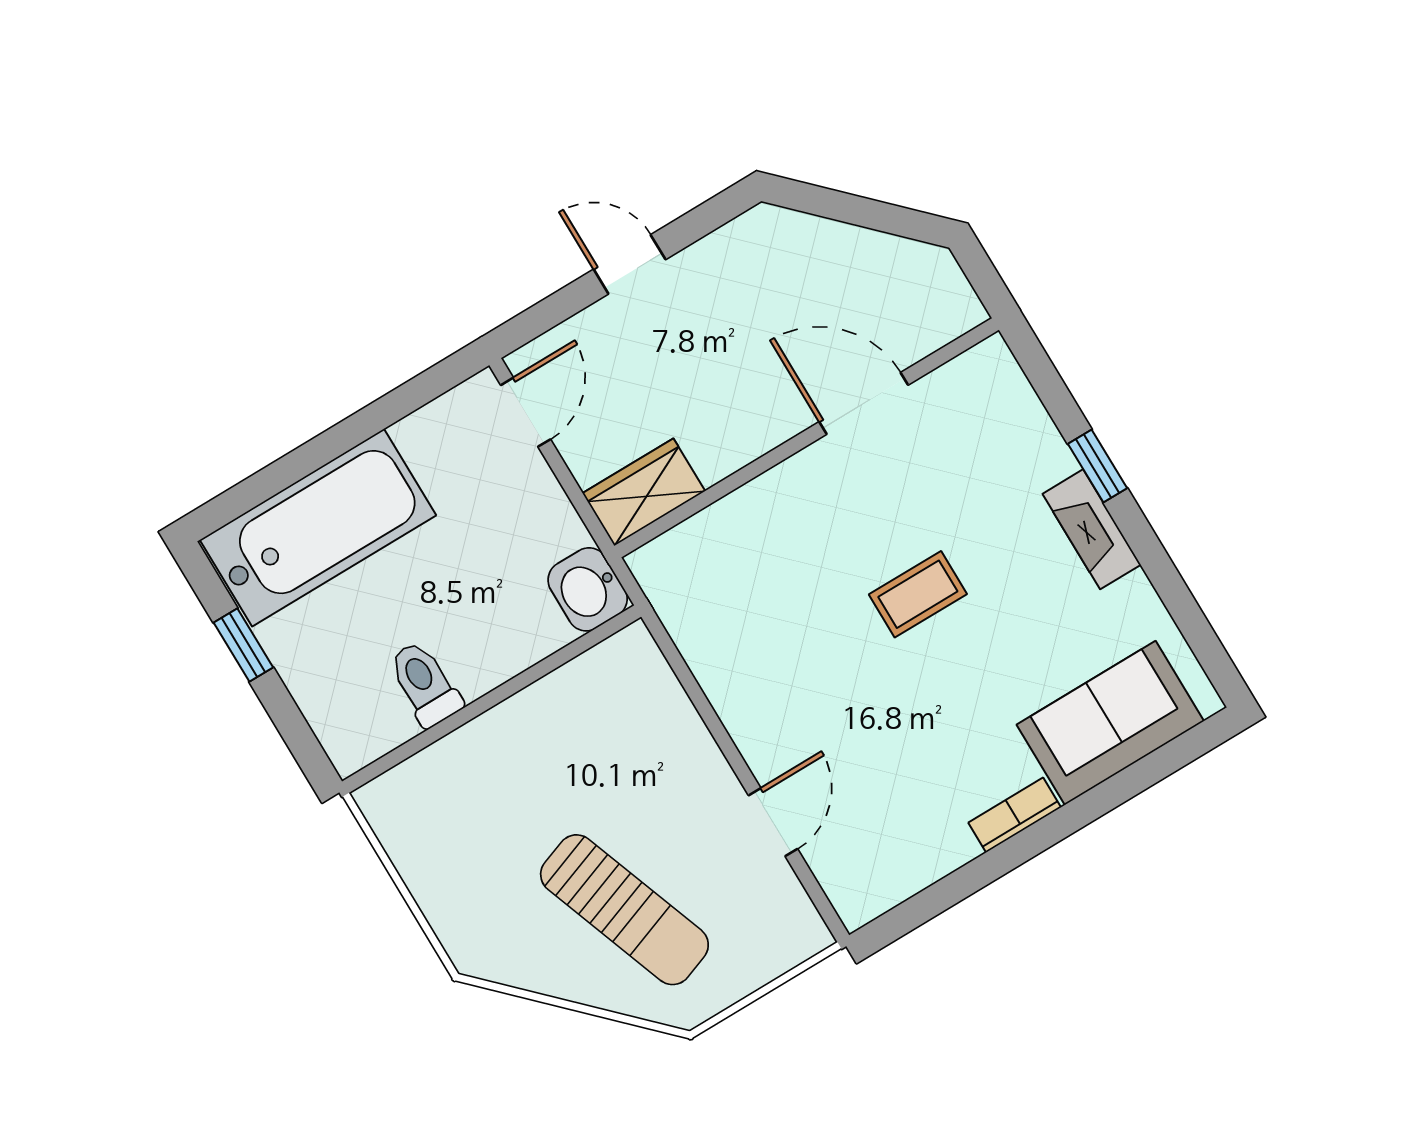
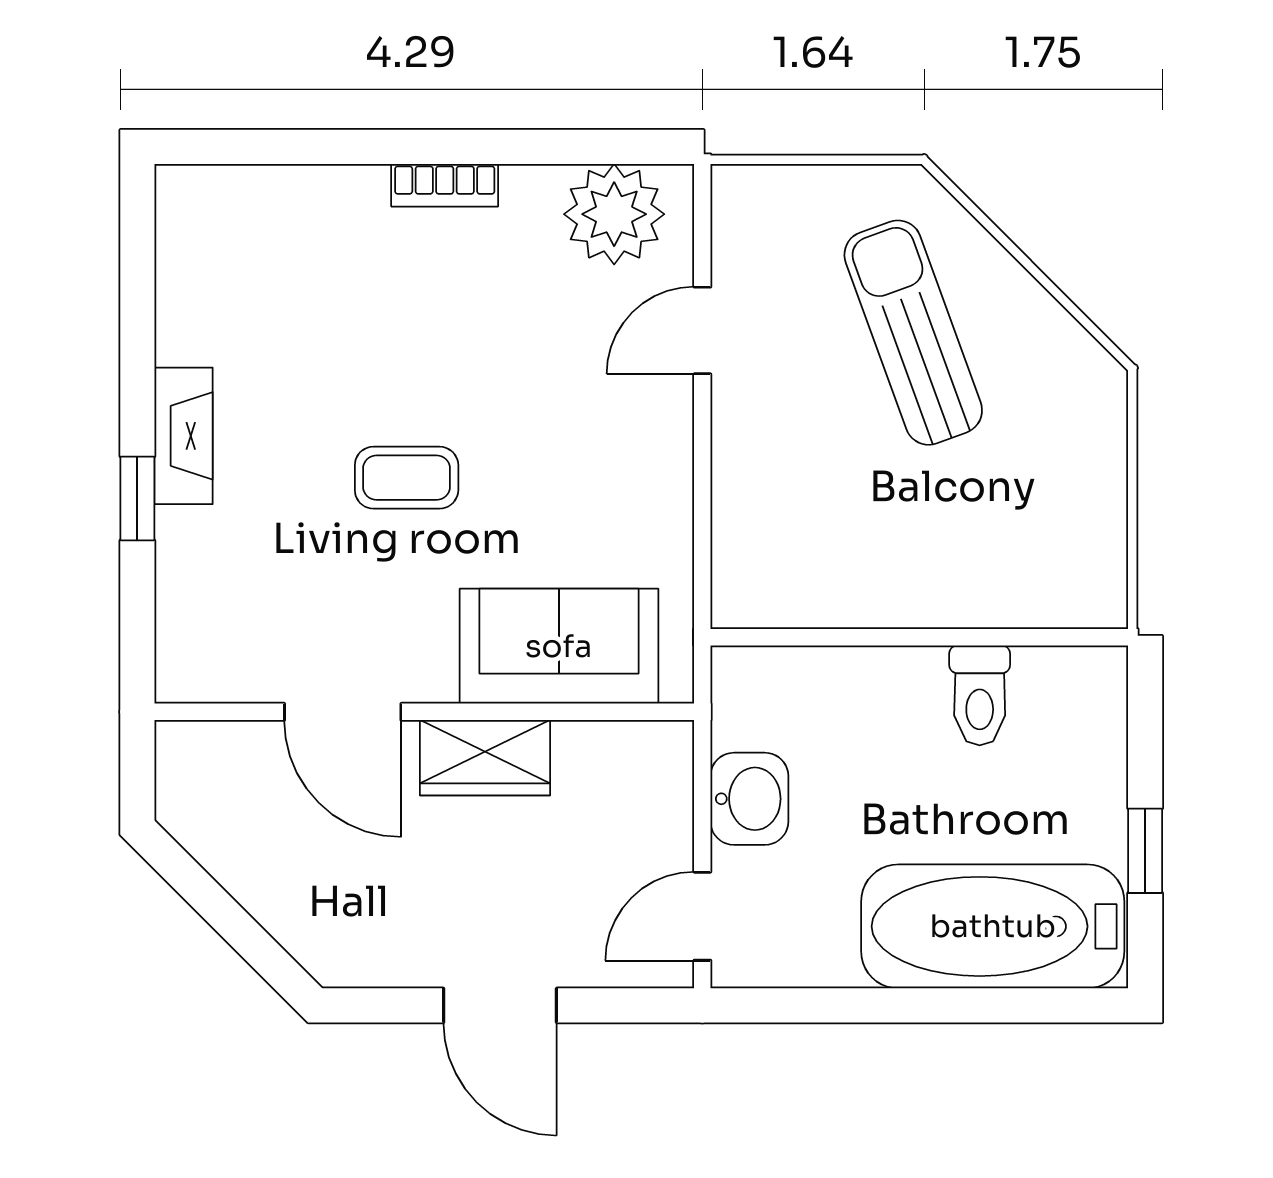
door: (630, 264) -> (500, 1005), width x1.37
wardrobe: (644, 492) -> (485, 758), moved
washbasin: (588, 589) -> (749, 799), moved
sofa: (1110, 723) -> (559, 646), moved, turned 180
plant: (884, 866) -> (614, 214), added

